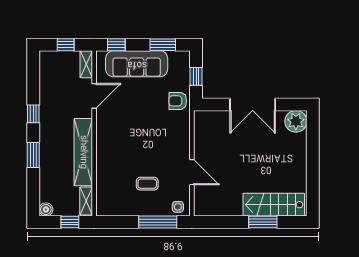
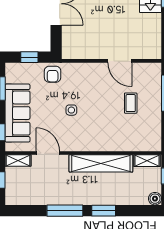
window: (33, 114) -> (65, 211), width x2.17
door: (192, 172) -> (120, 61), swing flipped
side table: (178, 207) -> (71, 110), moved

